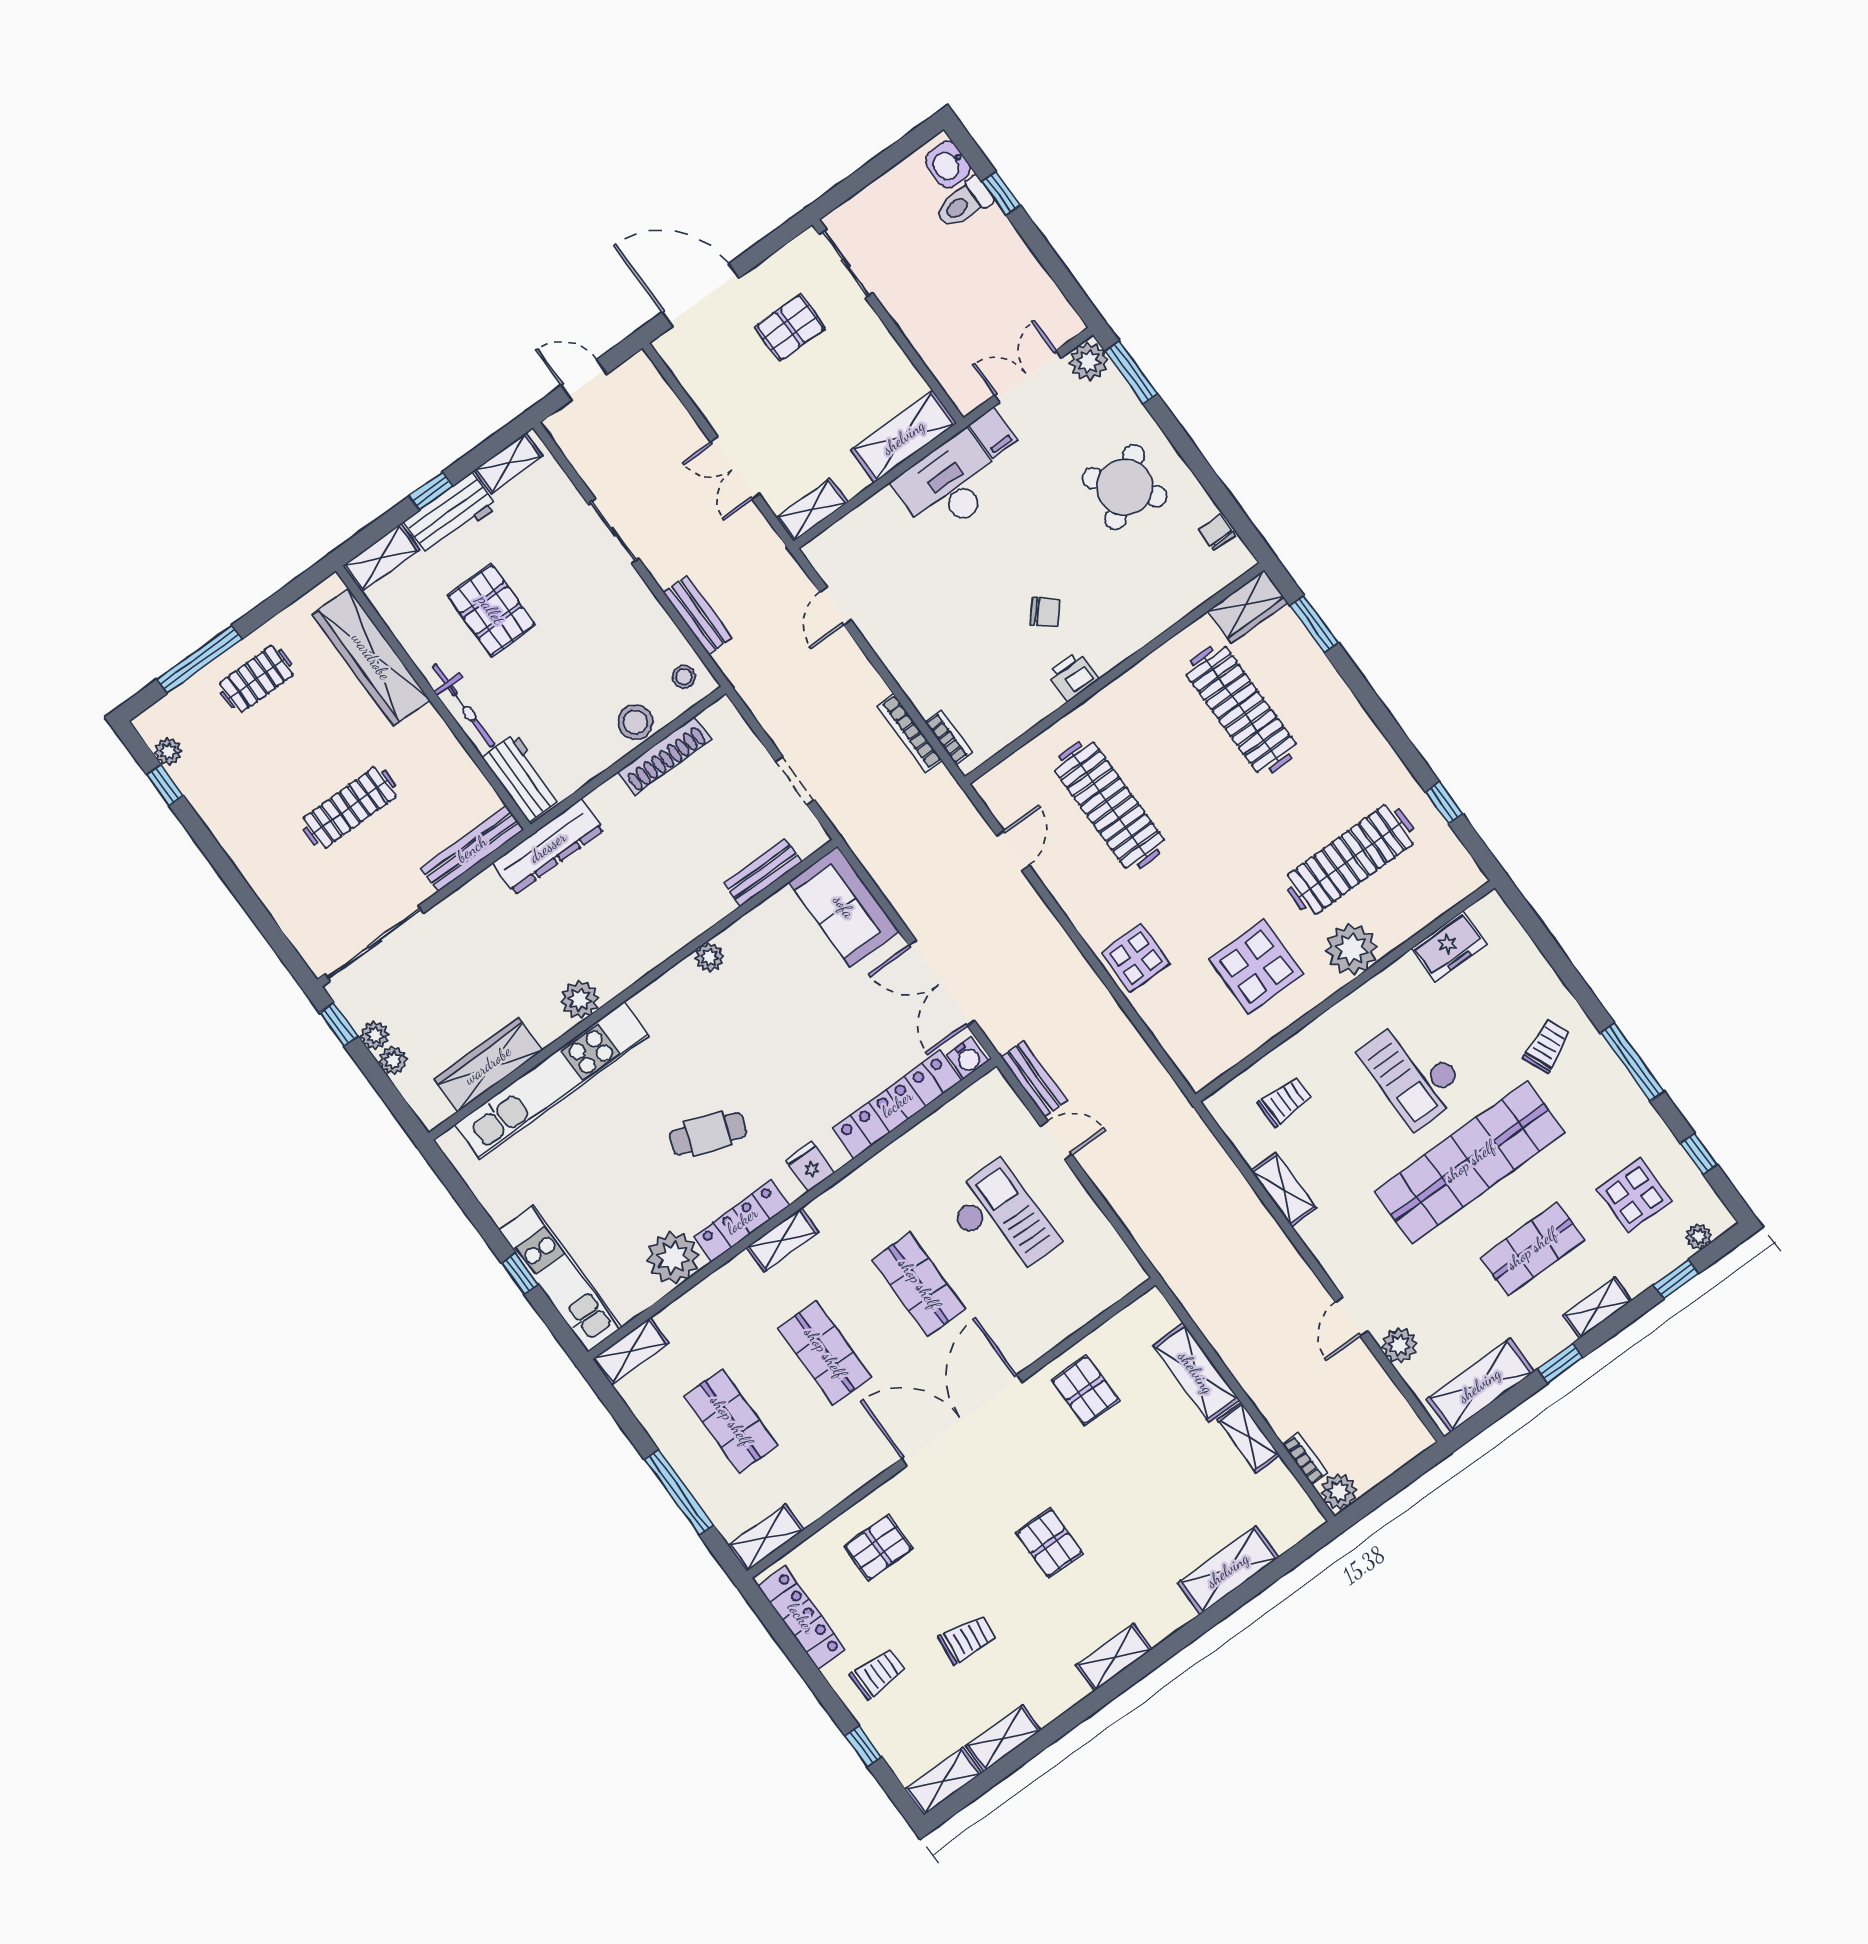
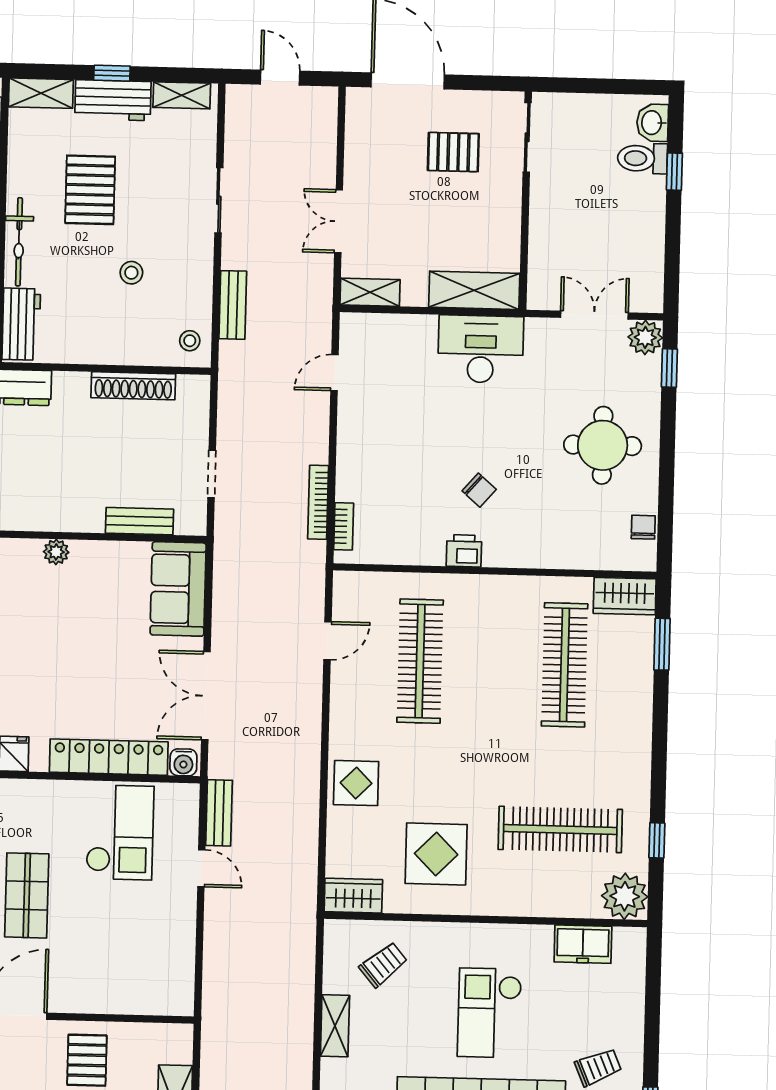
window: (1131, 372) -> (669, 368), width x0.67
filing cabinet: (993, 432) -> (539, 336), removed
round table: (1125, 487) -> (603, 445), turned 38
stool: (635, 722) -> (131, 273), moved, width x0.73, depth x0.73
plant: (1352, 949) -> (625, 896), moved
wardrobe: (1211, 1061) -> (353, 896), added
trolley: (1285, 1102) -> (383, 965), turned -40
checkout: (1002, 1221) -> (120, 832), moved

